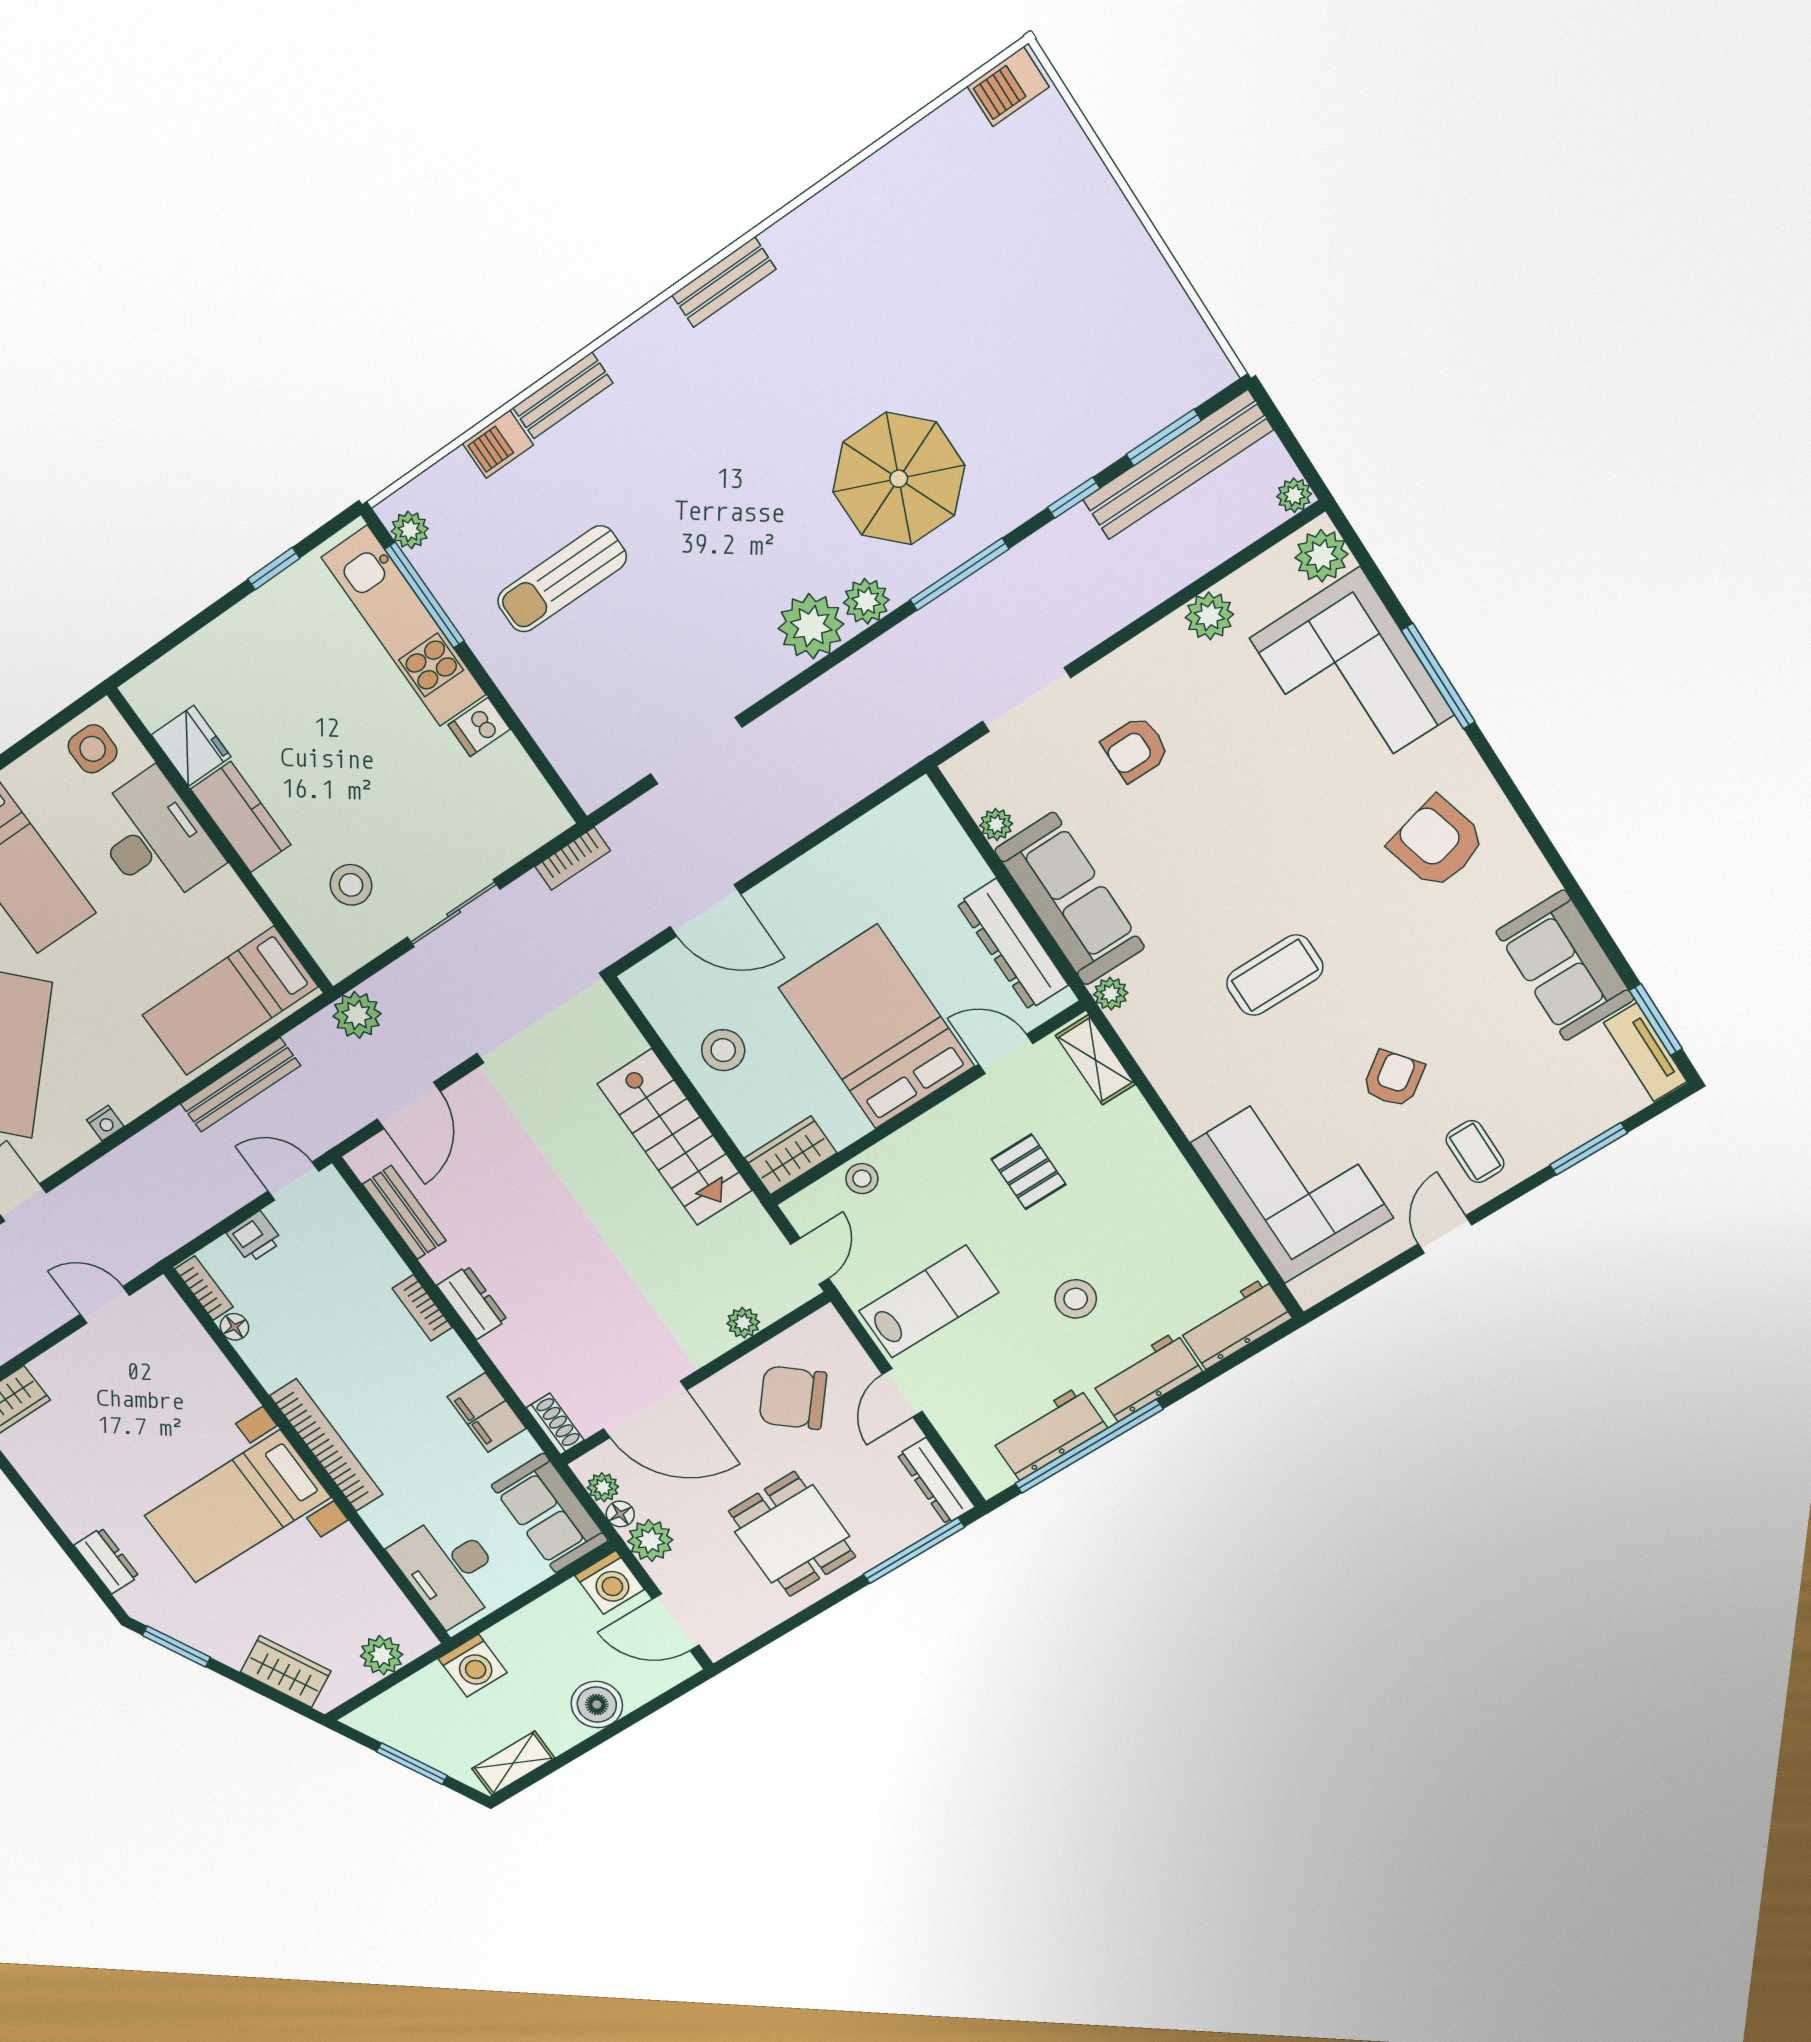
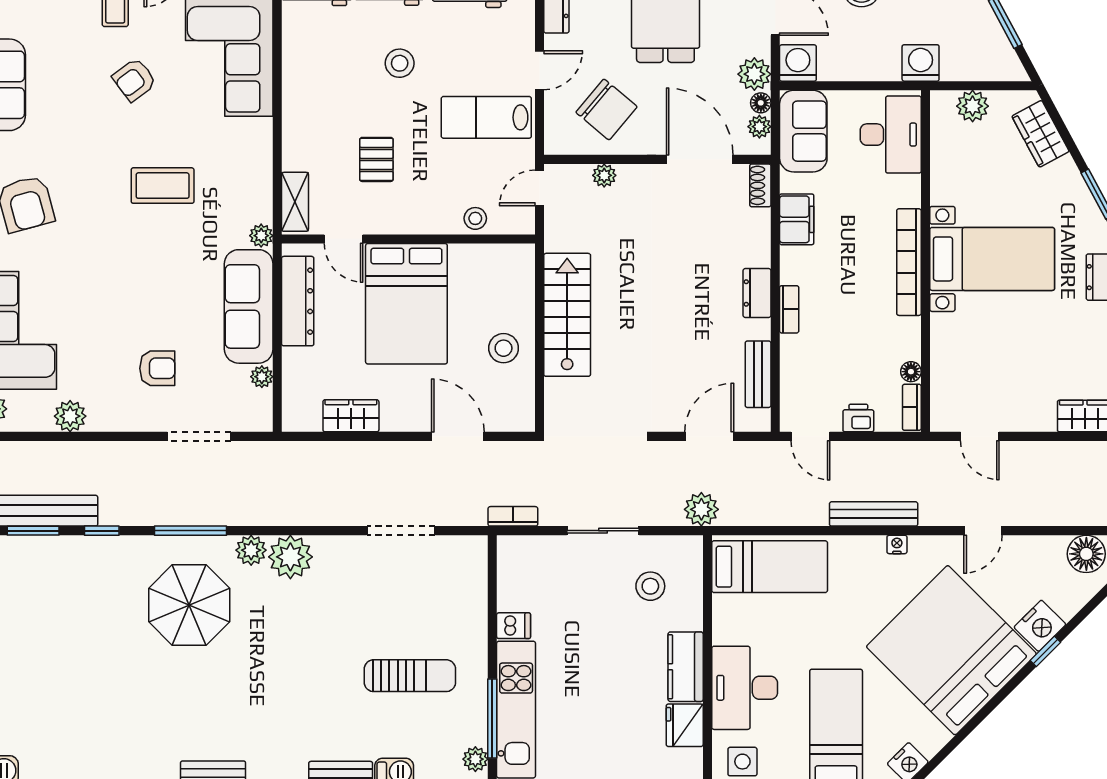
bench: (240, 1085) -> (874, 514), moved
wardrobe: (791, 1155) -> (351, 416), moved, turned 180

